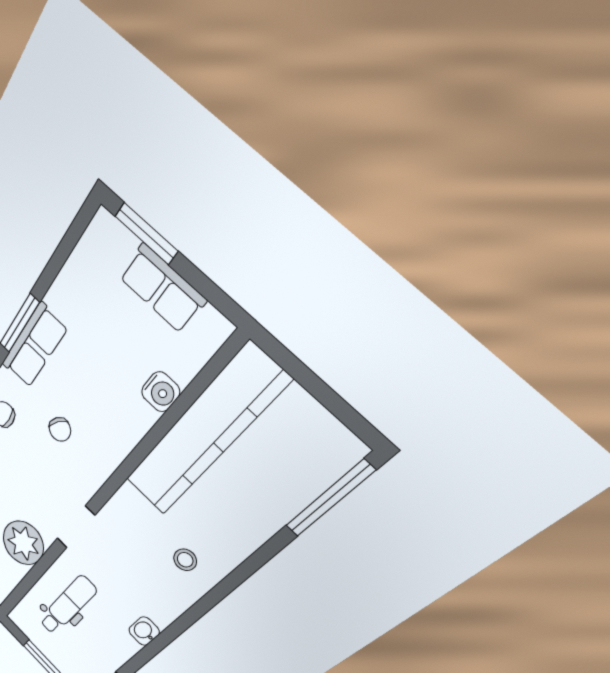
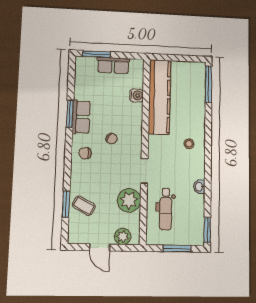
dental chair: (67, 606) -> (166, 209), turned 180

